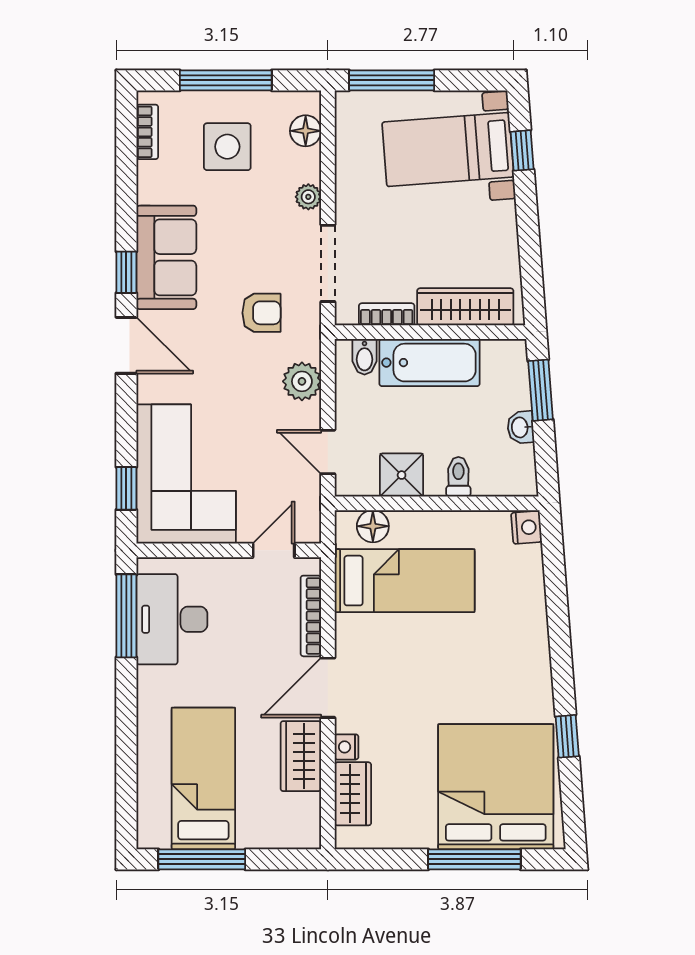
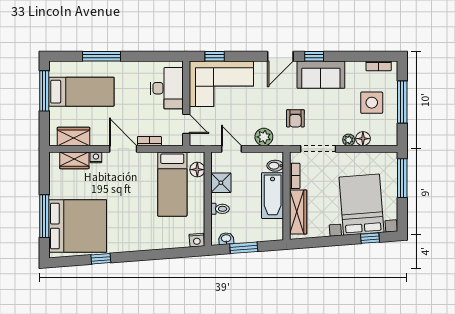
floor lamp: (306, 131) -> (363, 139), moved
bed with nightstands: (448, 150) -> (361, 205), width x1.36
window: (541, 390) -> (244, 248), moved
washbasin: (520, 427) -> (226, 239), moved
door: (328, 452) -> (231, 149), hinge flipped
window: (126, 616) -> (102, 56), moved
bookcase: (311, 616) -> (149, 141), width x0.64
desk: (172, 619) -> (167, 88), moved, turned 90
wardrobe: (301, 756) -> (73, 136), moved

